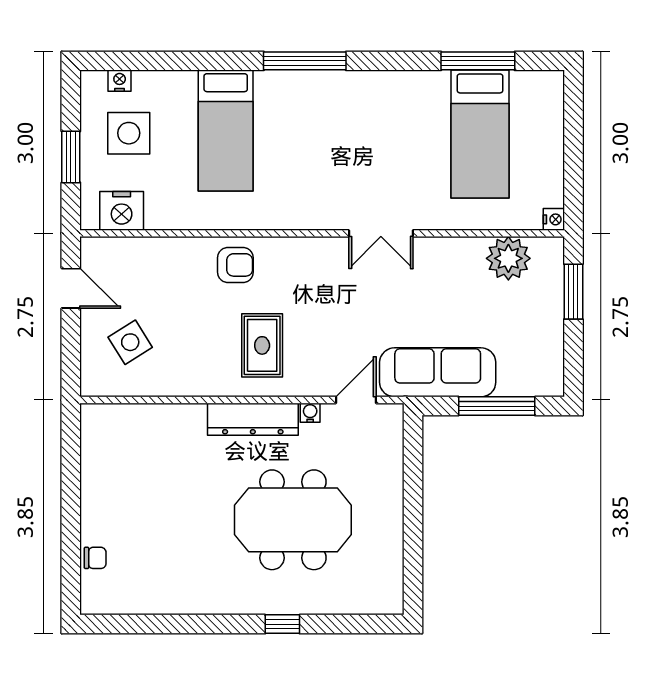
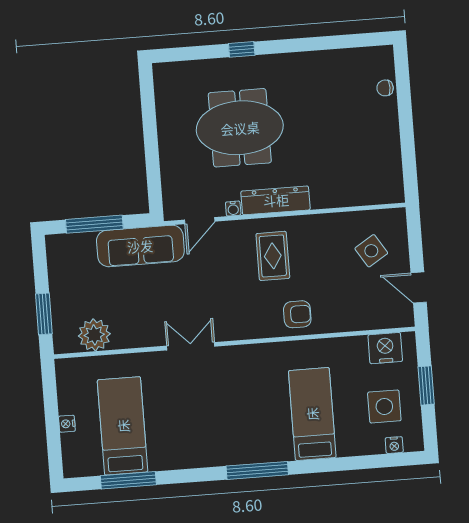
nightstand: (554, 219) -> (67, 424), moved
armchair: (235, 265) -> (297, 314), turned 180

